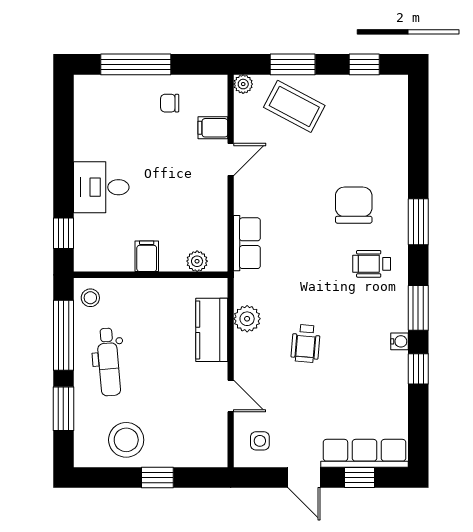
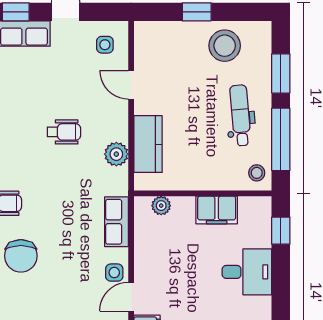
side table: (249, 186) -> (114, 273), added
filing cabinet: (147, 256) -> (217, 210), width x2.00
wheelchair: (306, 343) -> (64, 132), turned 85

